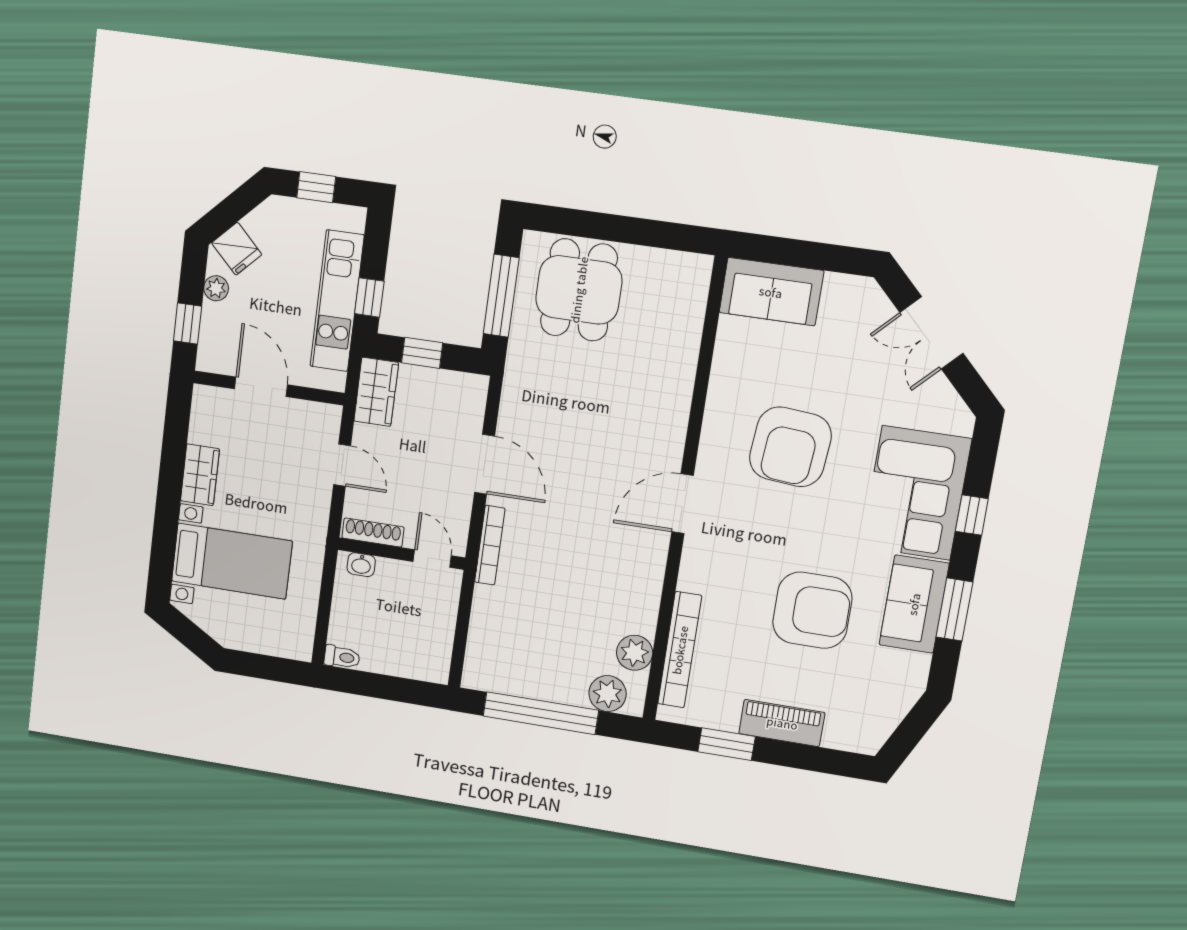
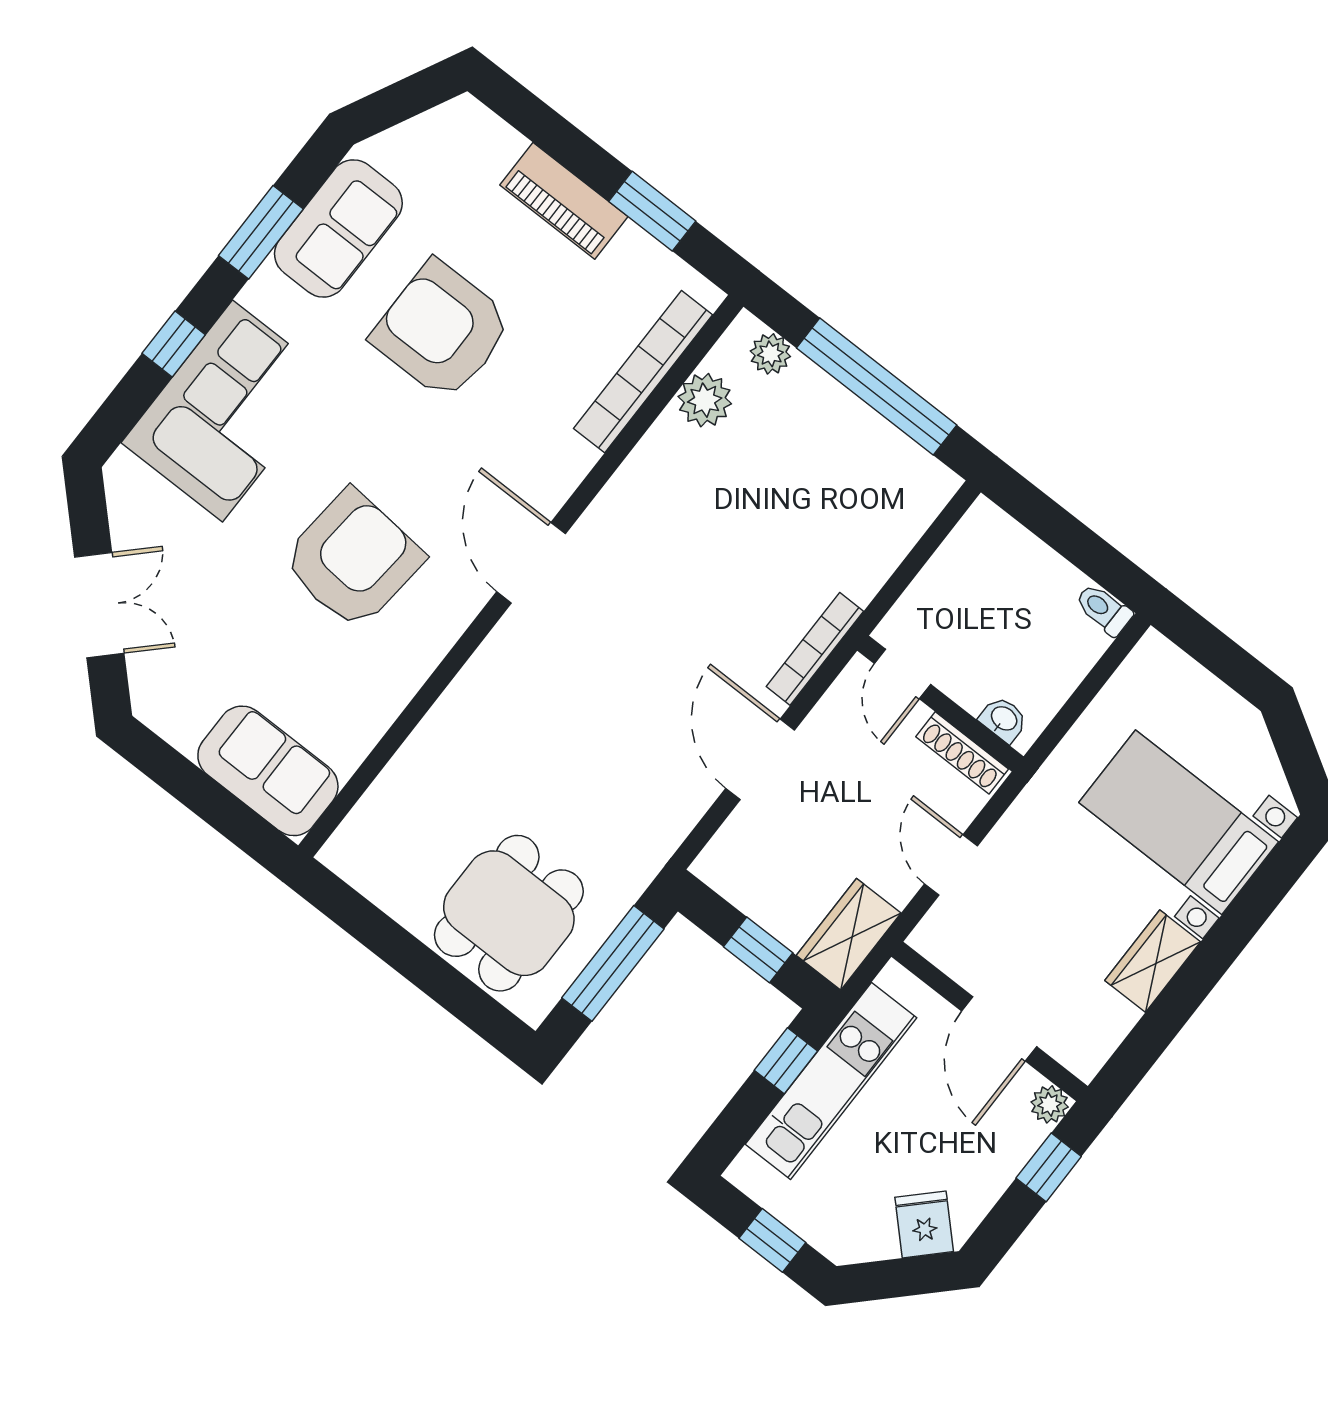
plant: (216, 288) -> (1050, 1104), moved
door: (683, 504) -> (531, 563), swing flipped
sofa: (914, 604) -> (338, 228), moved
plant: (608, 694) -> (770, 354), width x0.73, depth x0.73

